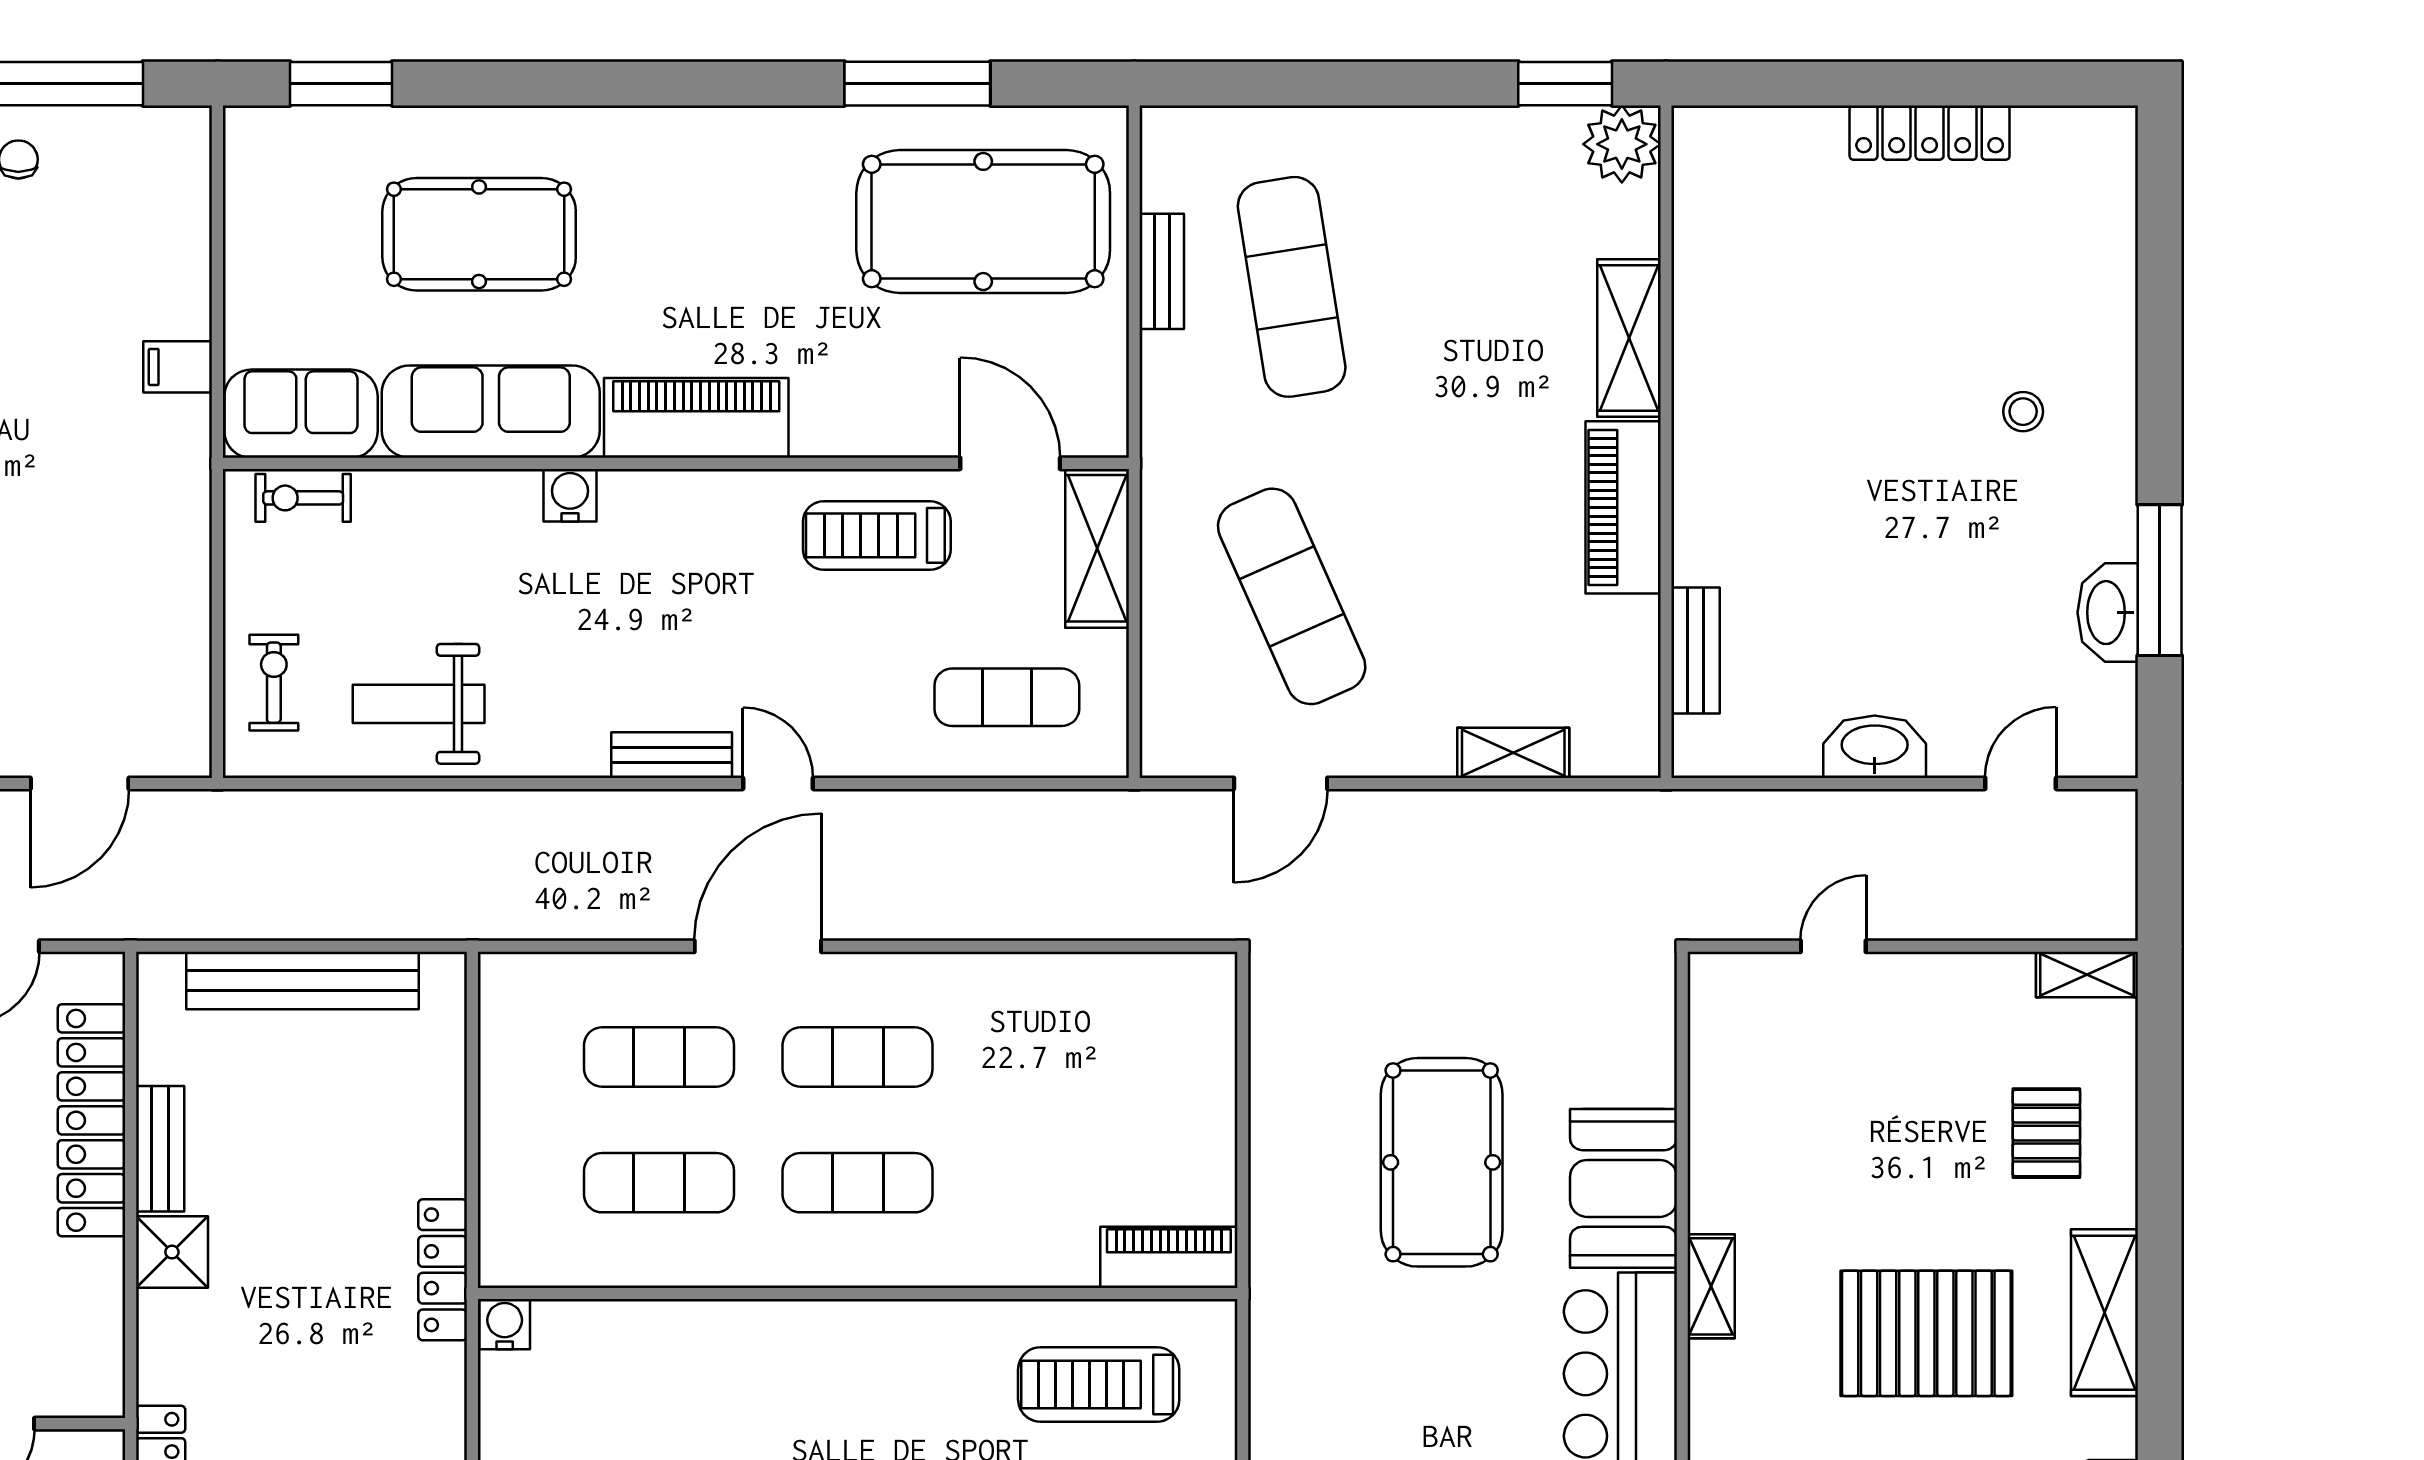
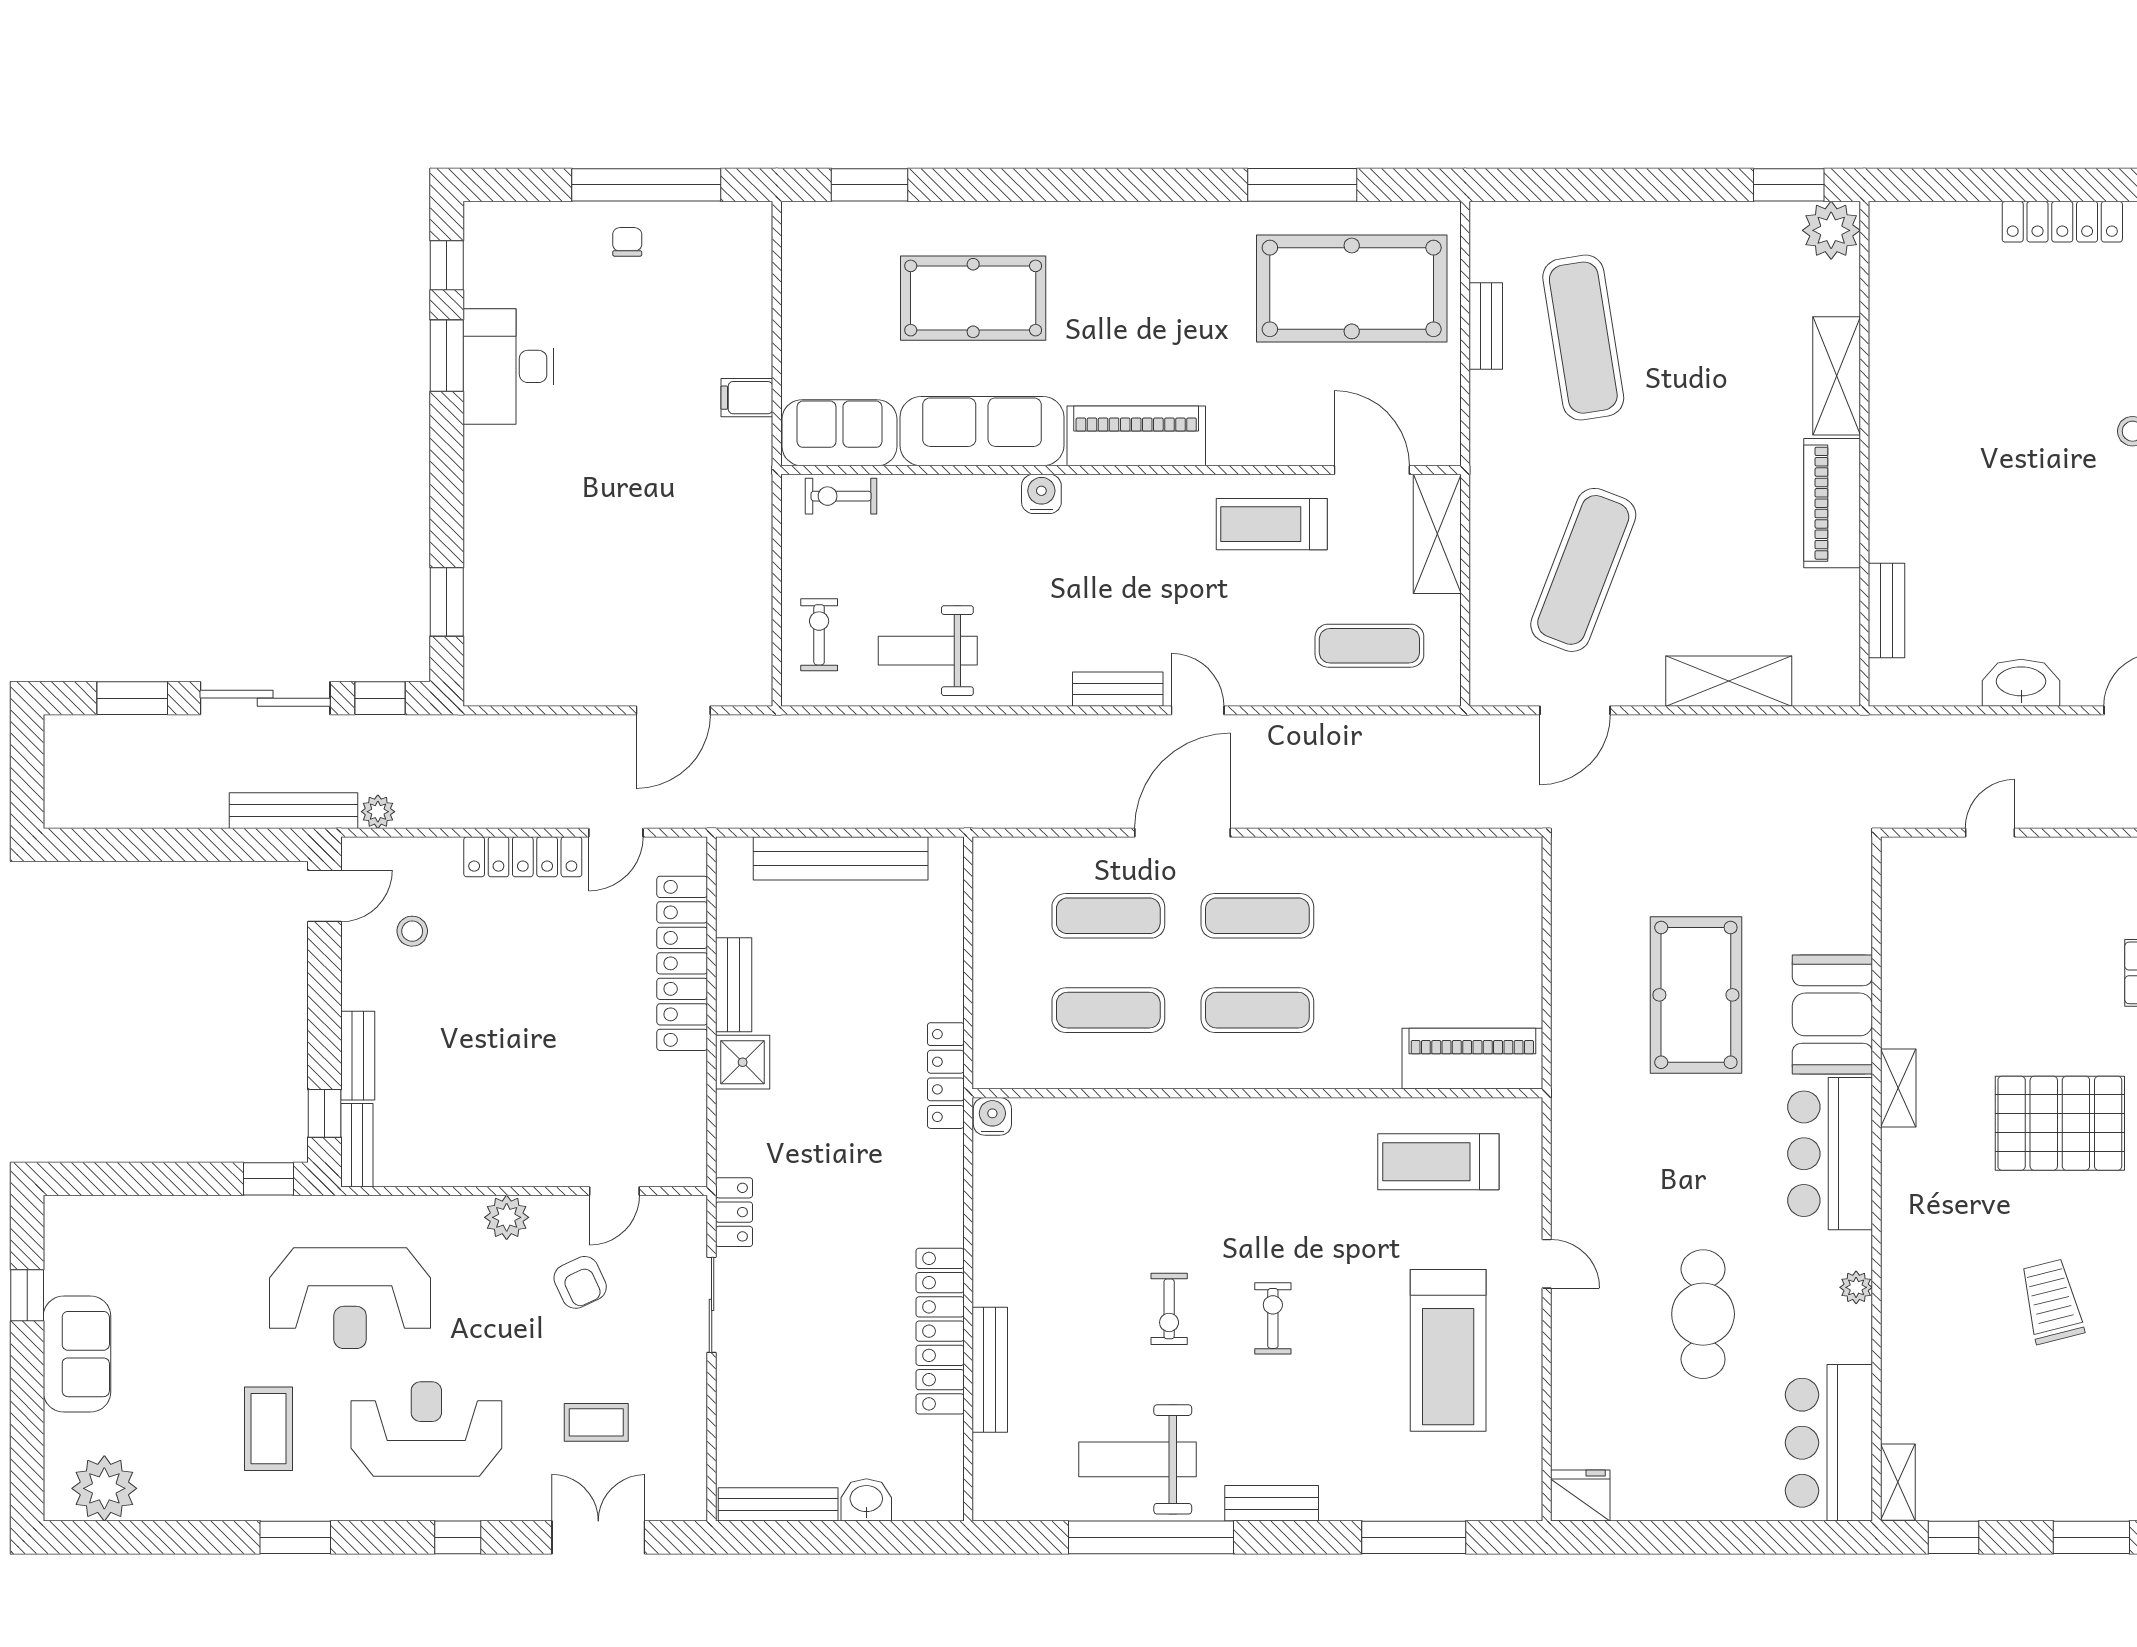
exercise mat: (1292, 596) -> (1583, 570), turned 45
shelving: (1513, 753) -> (1729, 681), width x1.50, depth x1.33
piano: (1169, 1257) -> (1472, 1059), width x1.37, depth x1.33

